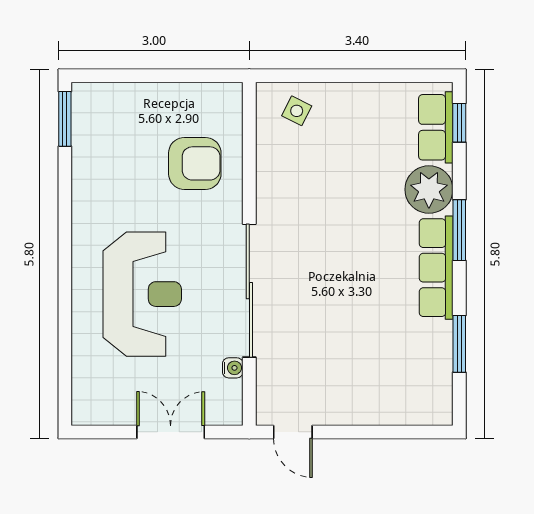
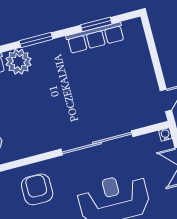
row of seats: (436, 268) -> (95, 38), moved
water cooler: (233, 368) -> (165, 134), moved

